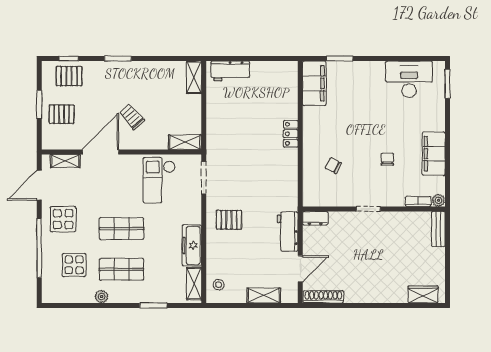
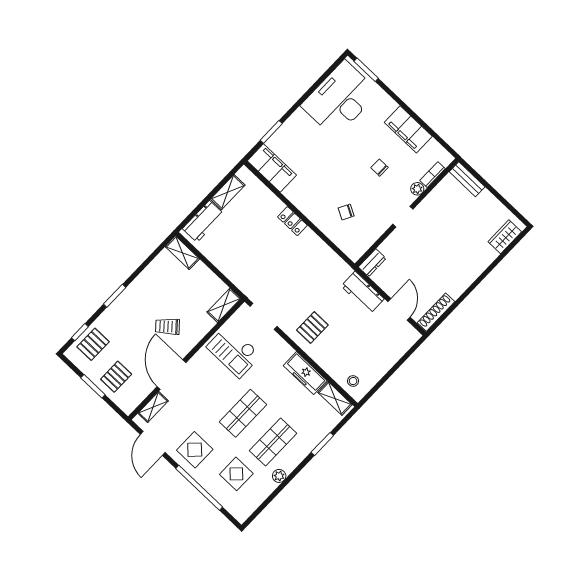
desk: (409, 79) -> (340, 99), width x1.36, depth x1.30
plant: (439, 200) -> (417, 189), moved
shelving: (264, 296) -> (228, 192), moved

